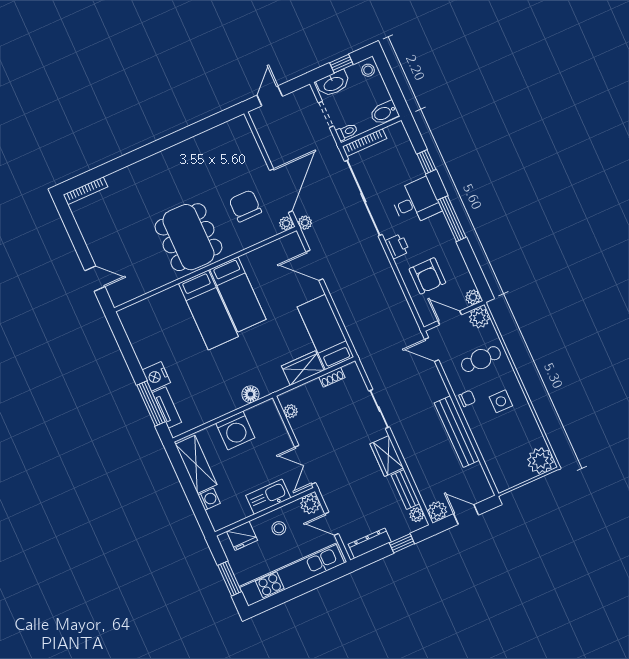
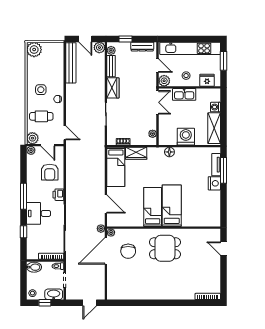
dining table: (188, 237) -> (165, 248), width x0.73
armchair: (427, 276) -> (50, 172), turned 180
bench: (457, 432) -> (71, 63), moved

